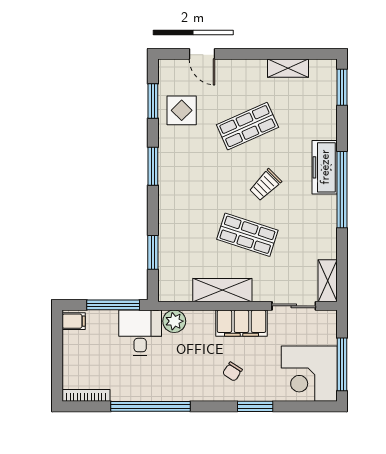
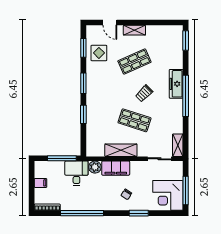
shelving: (288, 68) -> (134, 30), moved
window: (153, 252) -> (83, 114), moved
filing cabinet: (74, 321) -> (40, 183), moved
filing cabinet: (241, 323) -> (116, 168), moved

